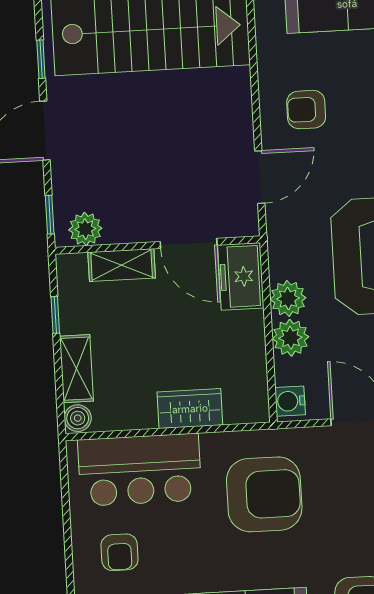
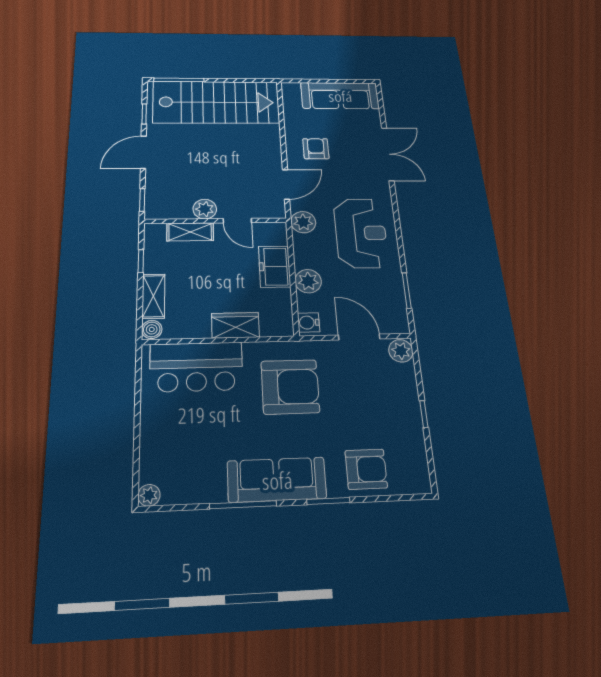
armchair: (306, 110) -> (316, 149), turned 90
plant: (85, 229) -> (205, 209), moved
door: (189, 243) -> (237, 221), width x0.73
freezer: (241, 276) -> (275, 267), moved
plant: (288, 299) -> (303, 222), moved
armchair: (120, 552) -> (177, 427), removed

